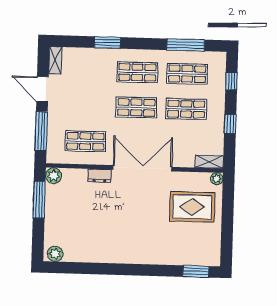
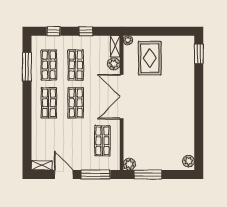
window: (107, 43) -> (27, 126), removed
door: (42, 89) -> (64, 175), swing flipped
plant: (186, 159) -> (114, 64), added
dresser: (100, 176) -> (128, 129), removed

